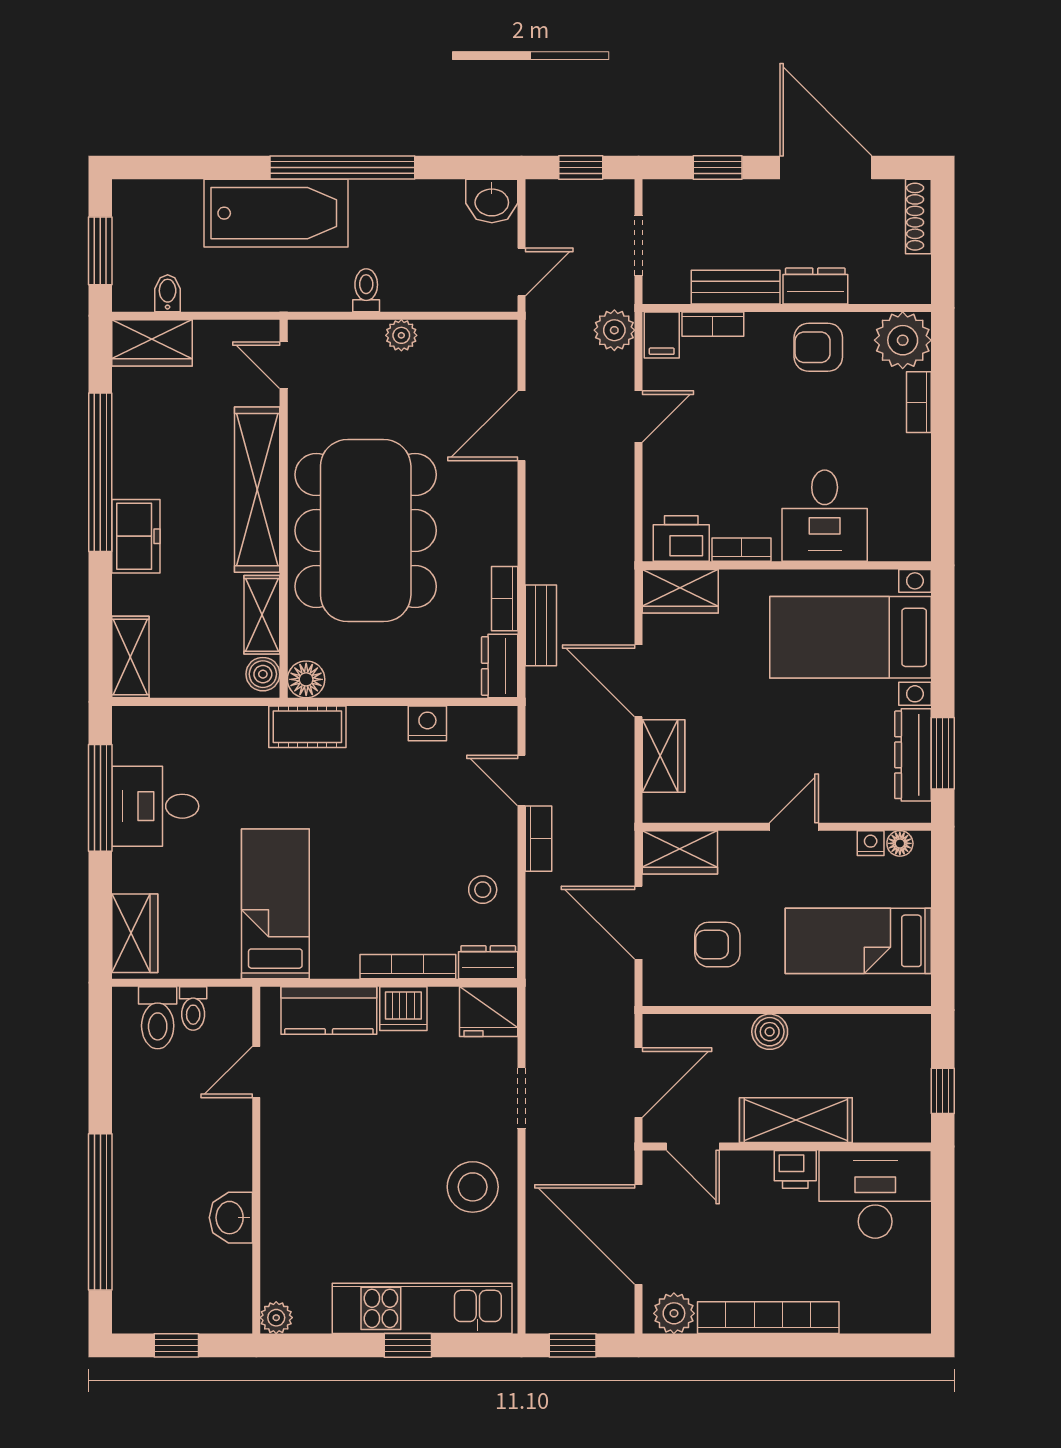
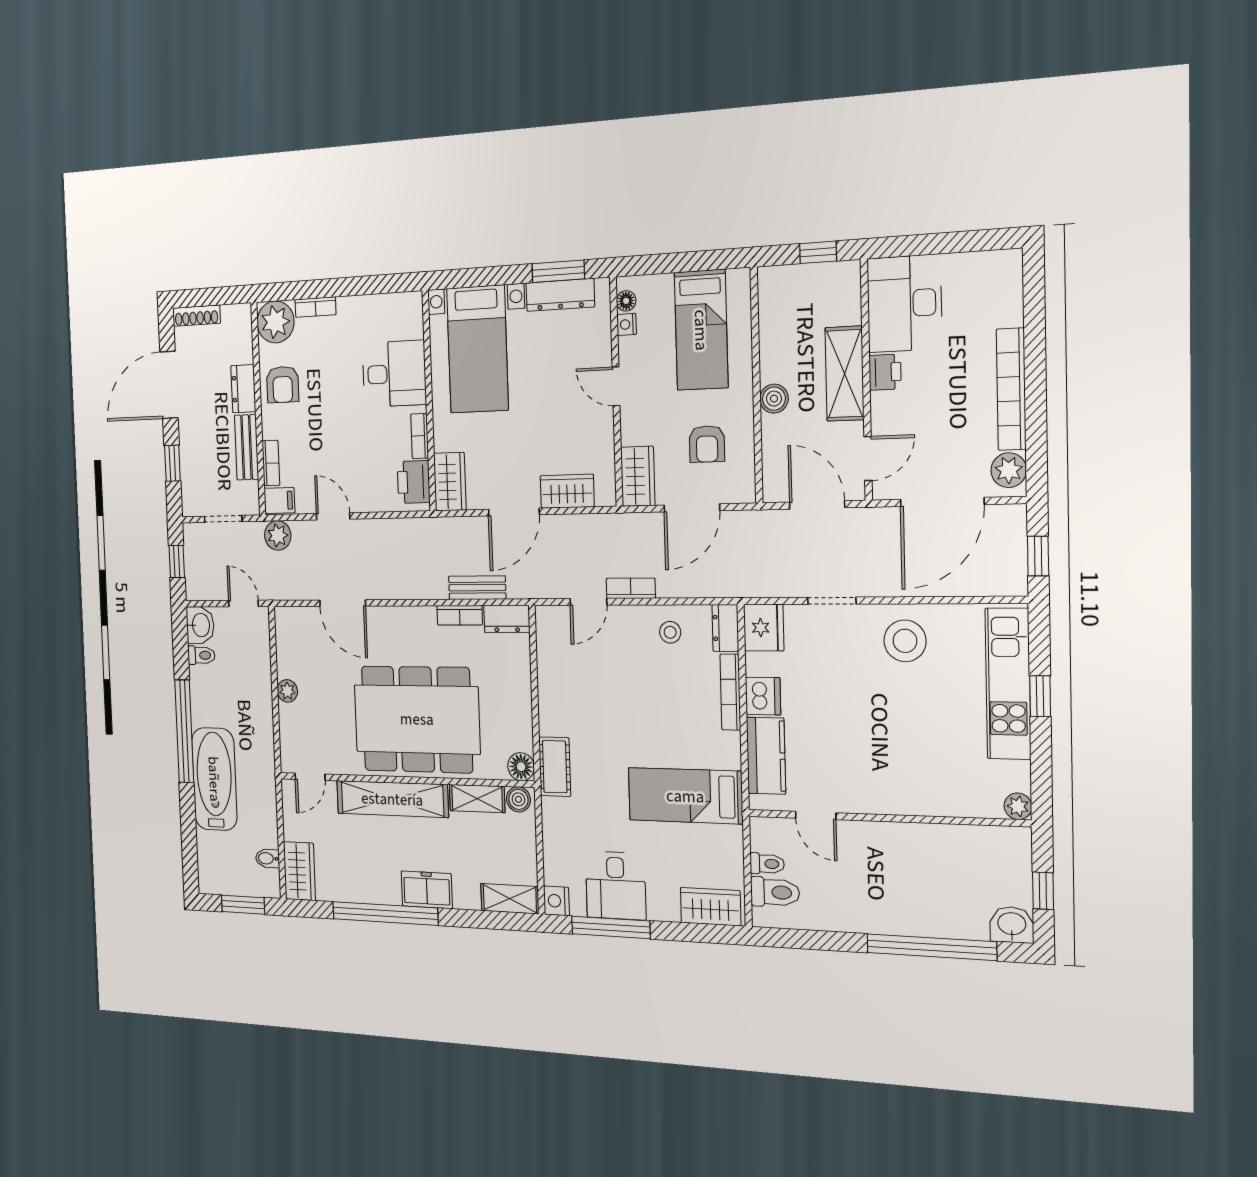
toilet: (366, 290) -> (201, 655), moved, turned 180
nightstand: (427, 723) -> (556, 901), moved
washbasin: (231, 1218) -> (1012, 925), moved, turned 180

